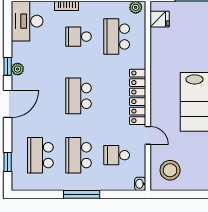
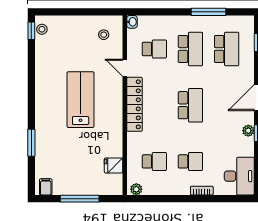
fridge: (160, 19) -> (114, 166), moved
school desk: (117, 37) -> (154, 161), width x0.54
stool: (170, 170) -> (104, 35), width x0.53, depth x0.53
window: (82, 194) -> (208, 12), moved

